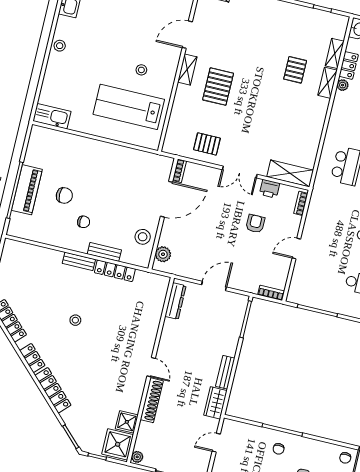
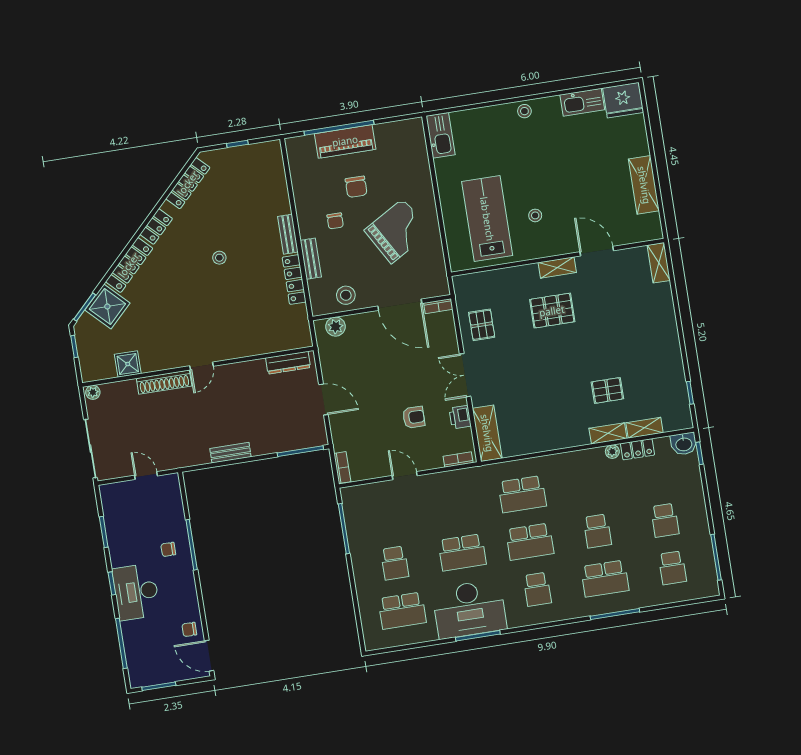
grand piano: (110, 178) -> (397, 231), added
wardrobe: (215, 403) -> (191, 456), removed
shower: (118, 444) -> (107, 306), moved, turned 45

